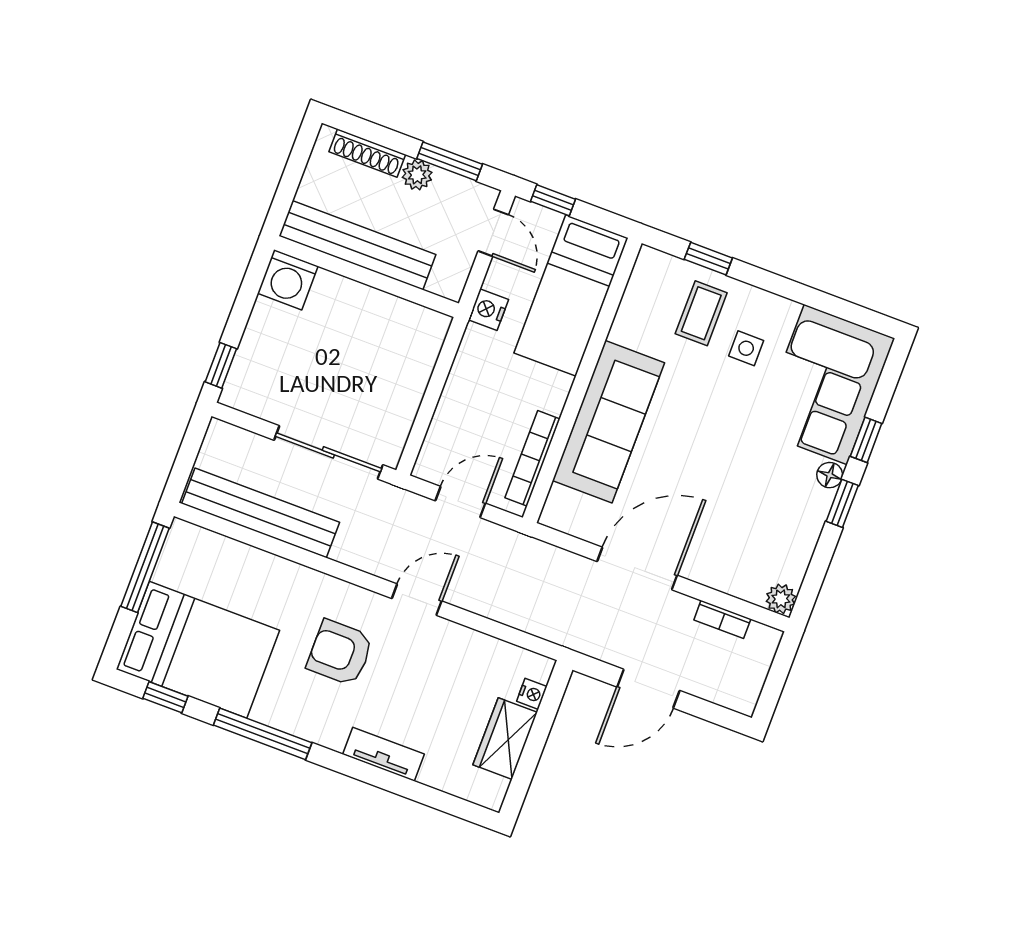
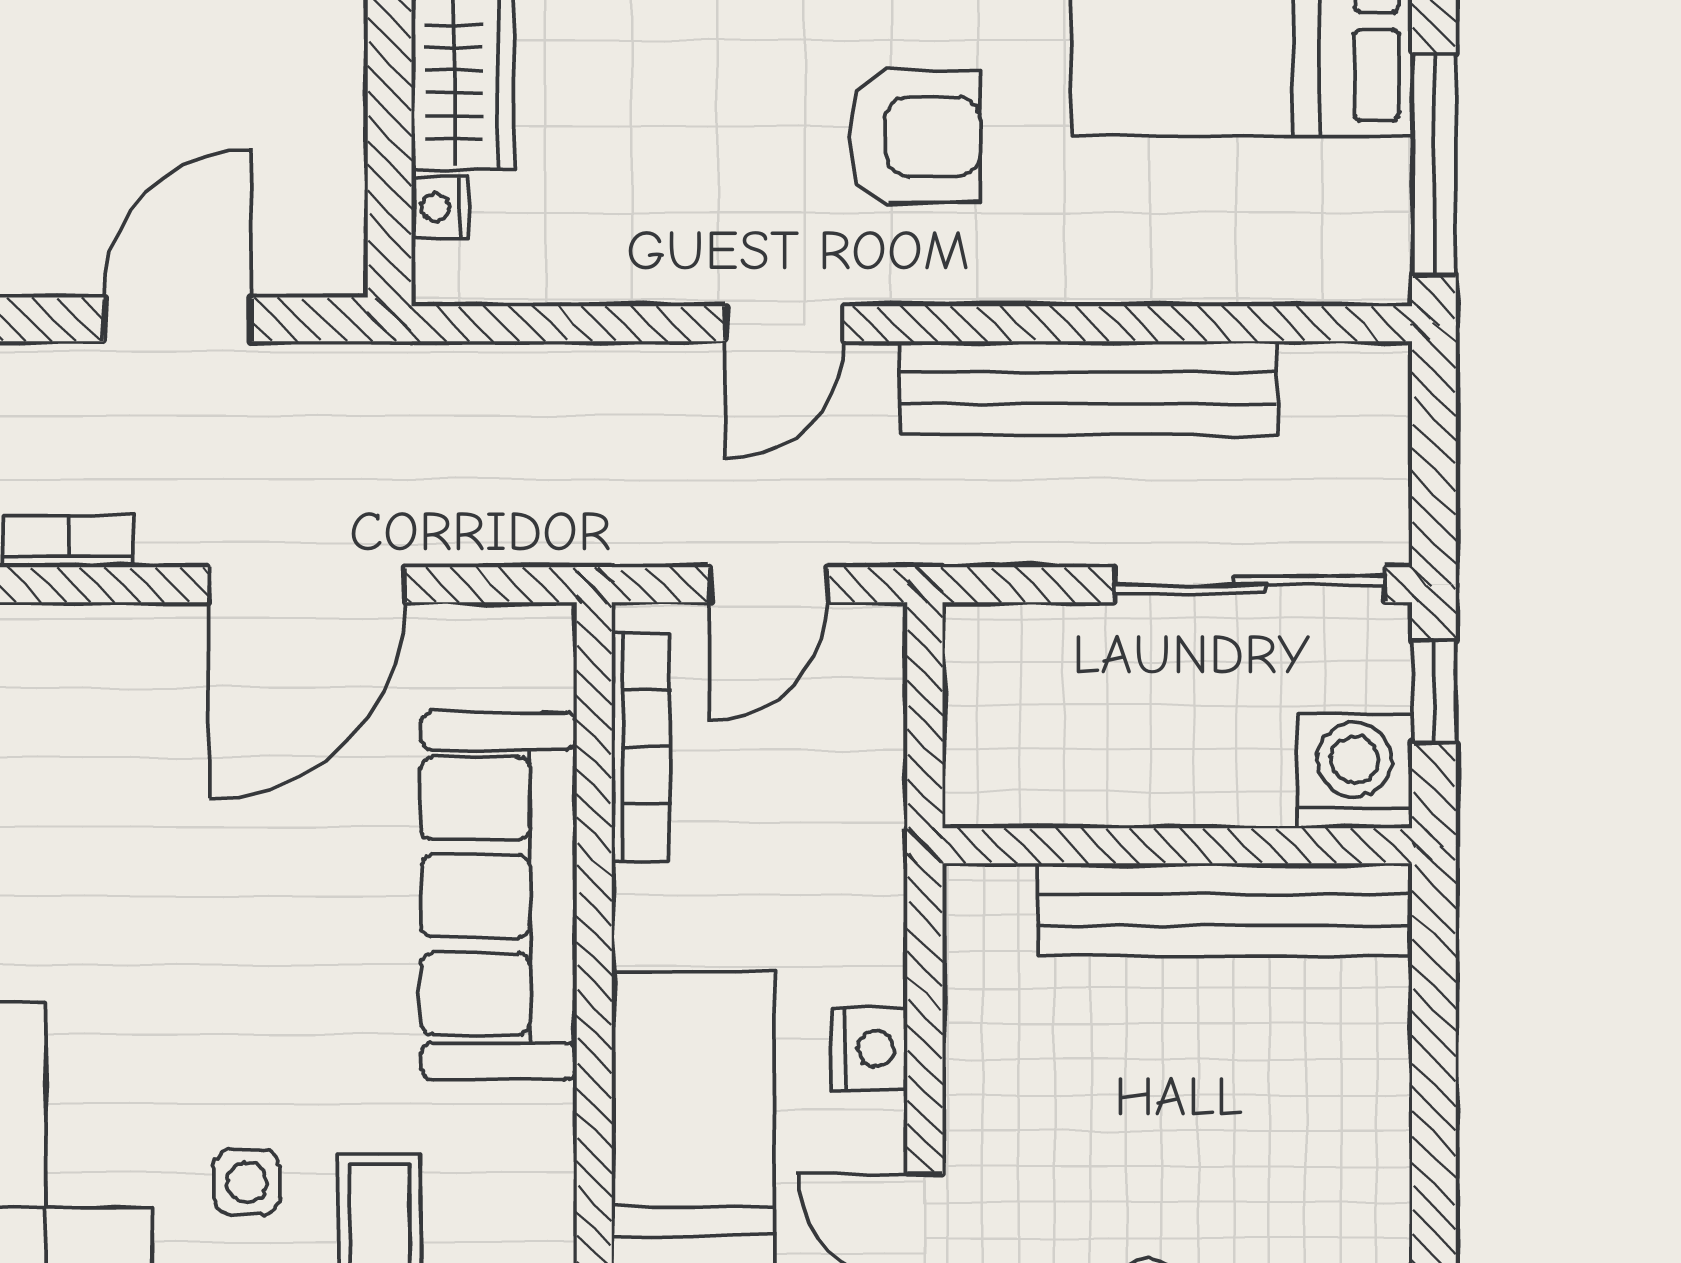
bench: (357, 245) -> (1225, 910), moved
wall: (366, 277) -> (1177, 846), moved
washing machine: (288, 280) -> (1355, 771), moved
sliding door: (328, 452) -> (1249, 585), moved
bench: (261, 513) -> (1088, 388), moved

